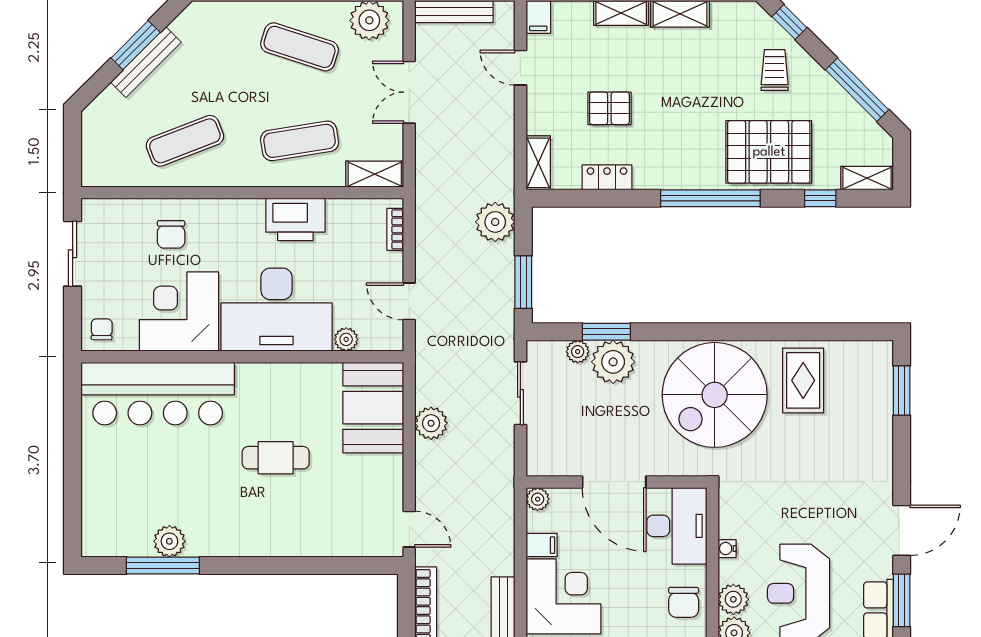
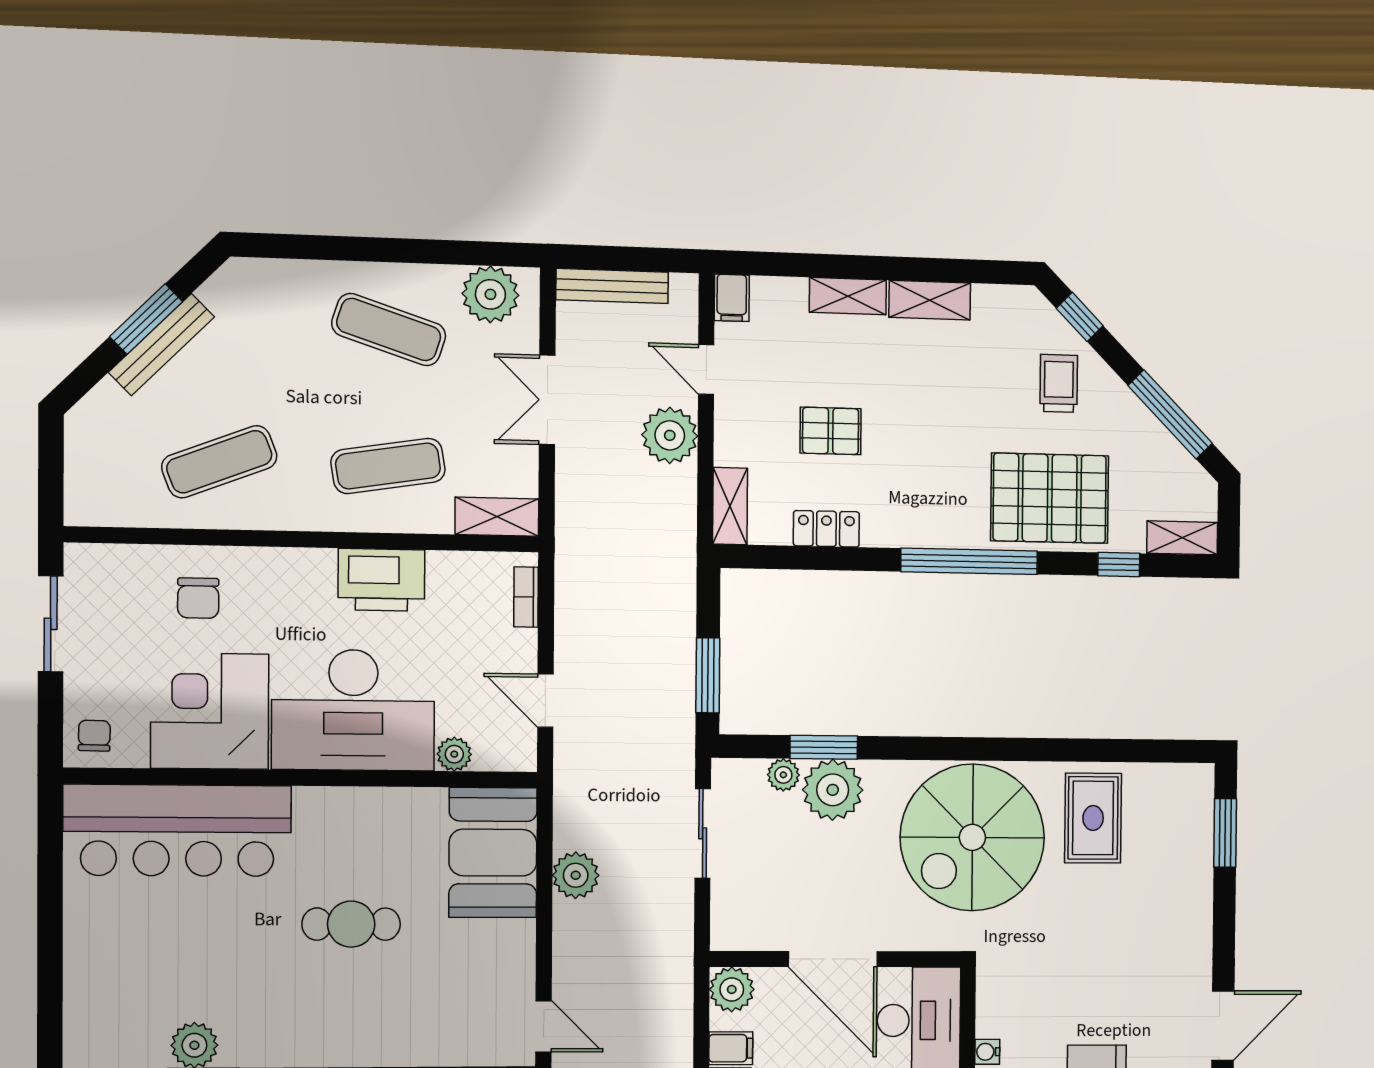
plant: (495, 222) -> (670, 435), moved
plant: (538, 499) -> (732, 989), width x1.38, depth x1.38

